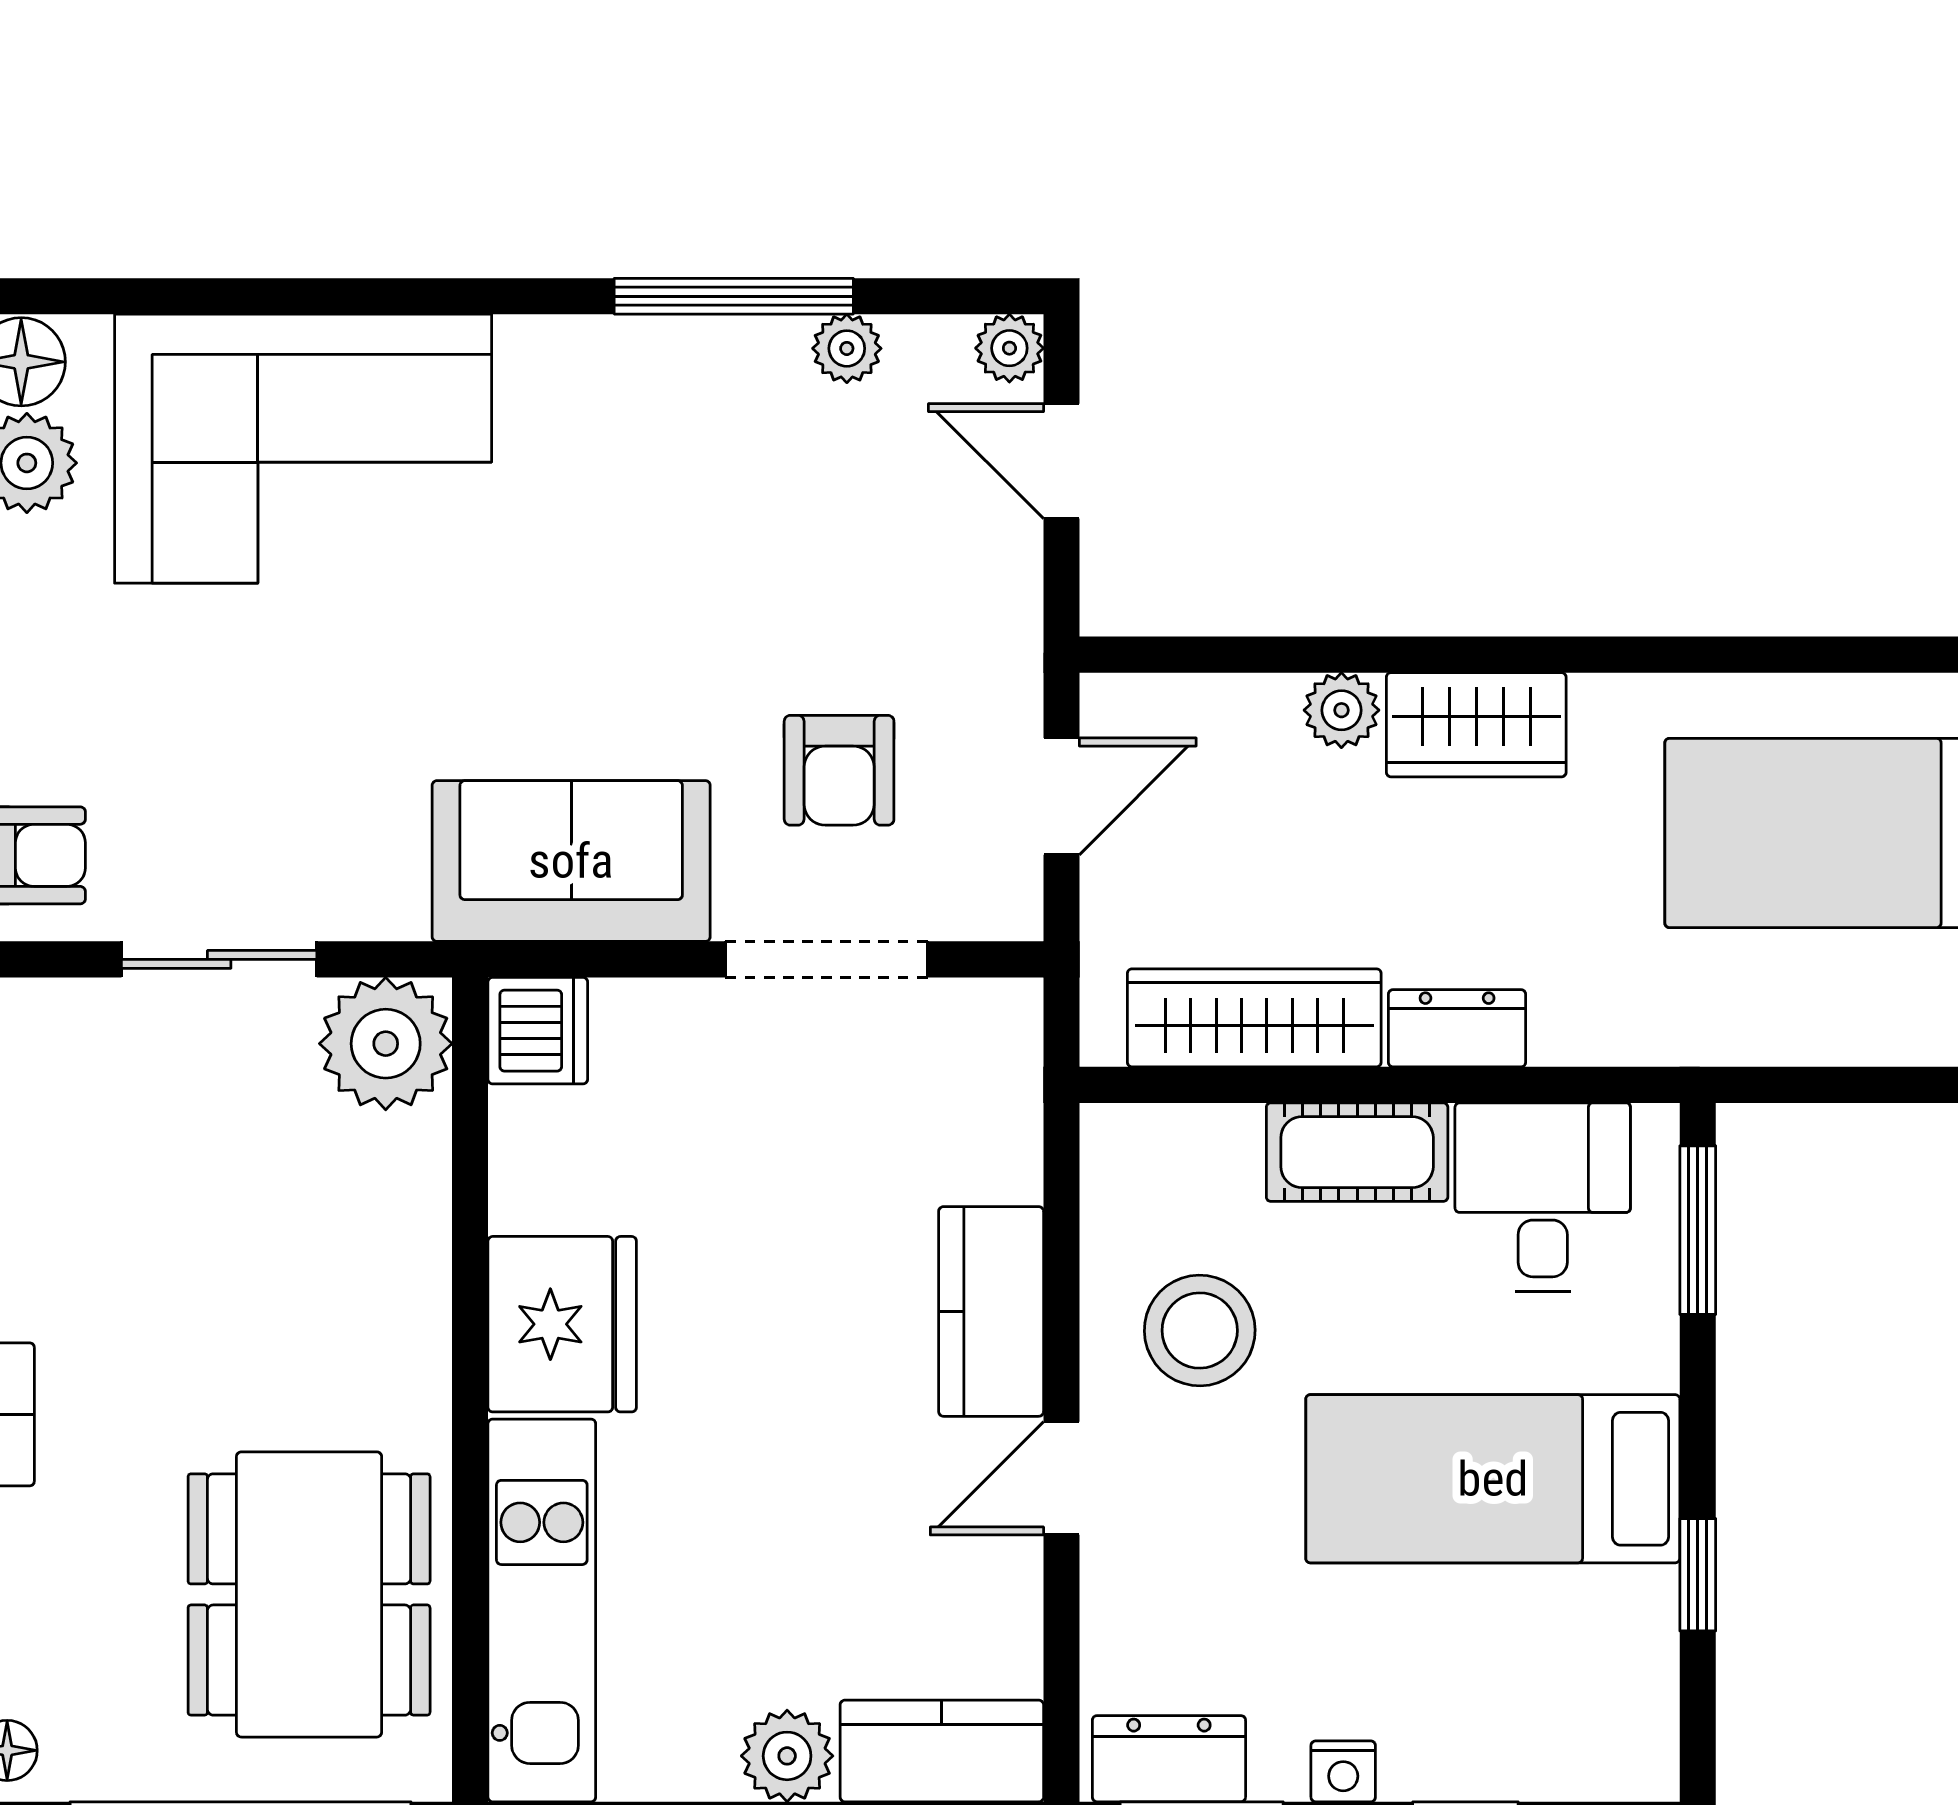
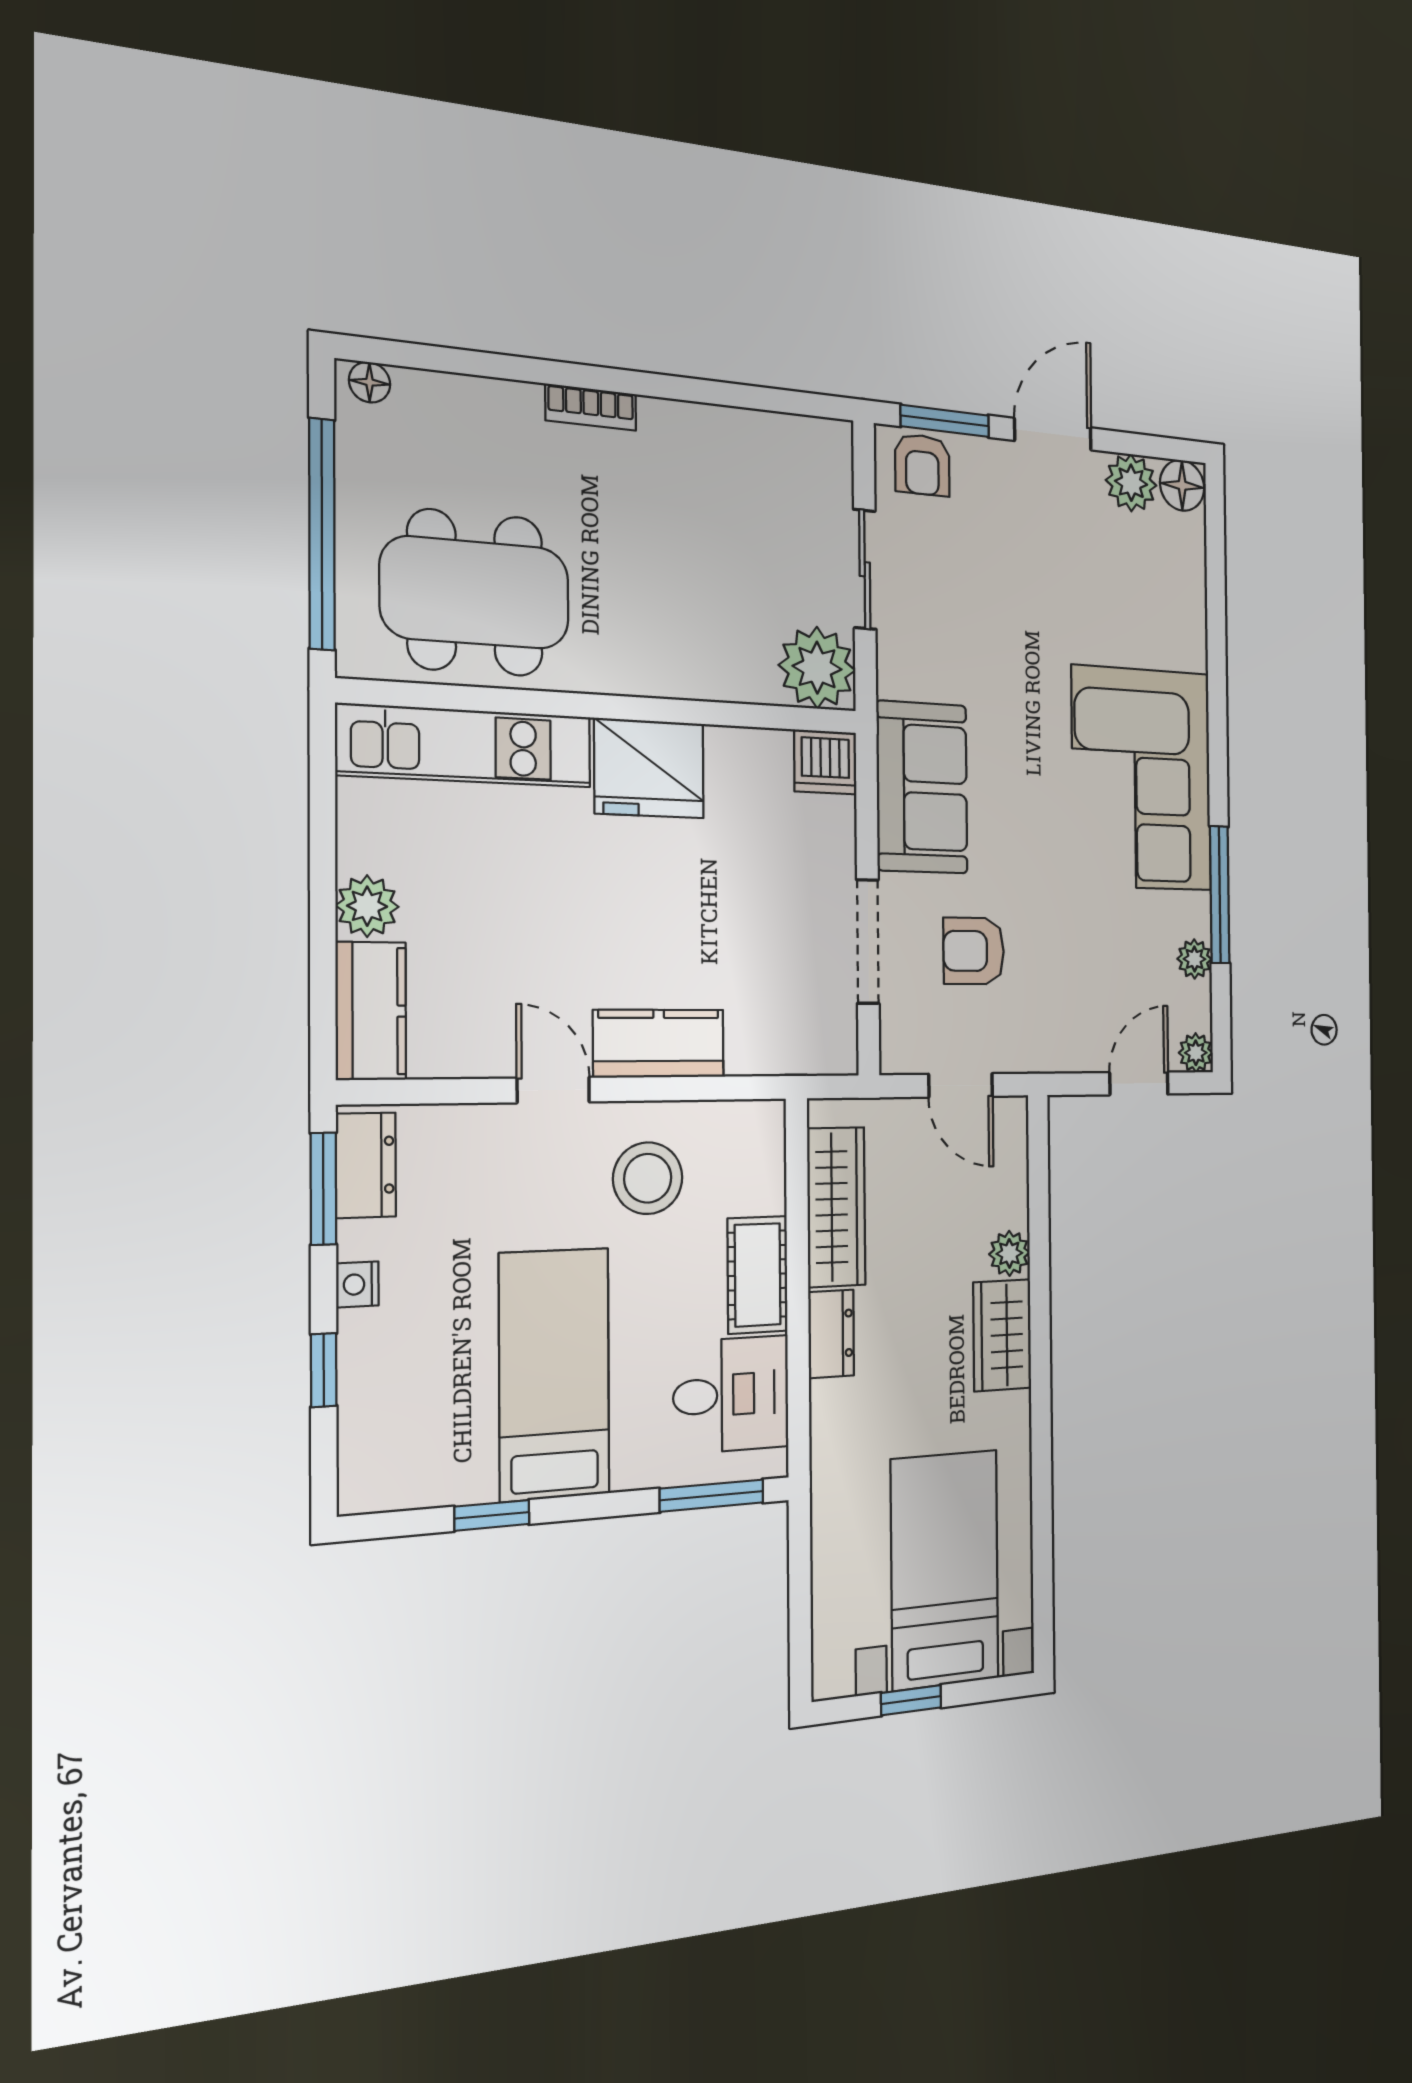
corner sofa: (303, 449) -> (1142, 779), moved

